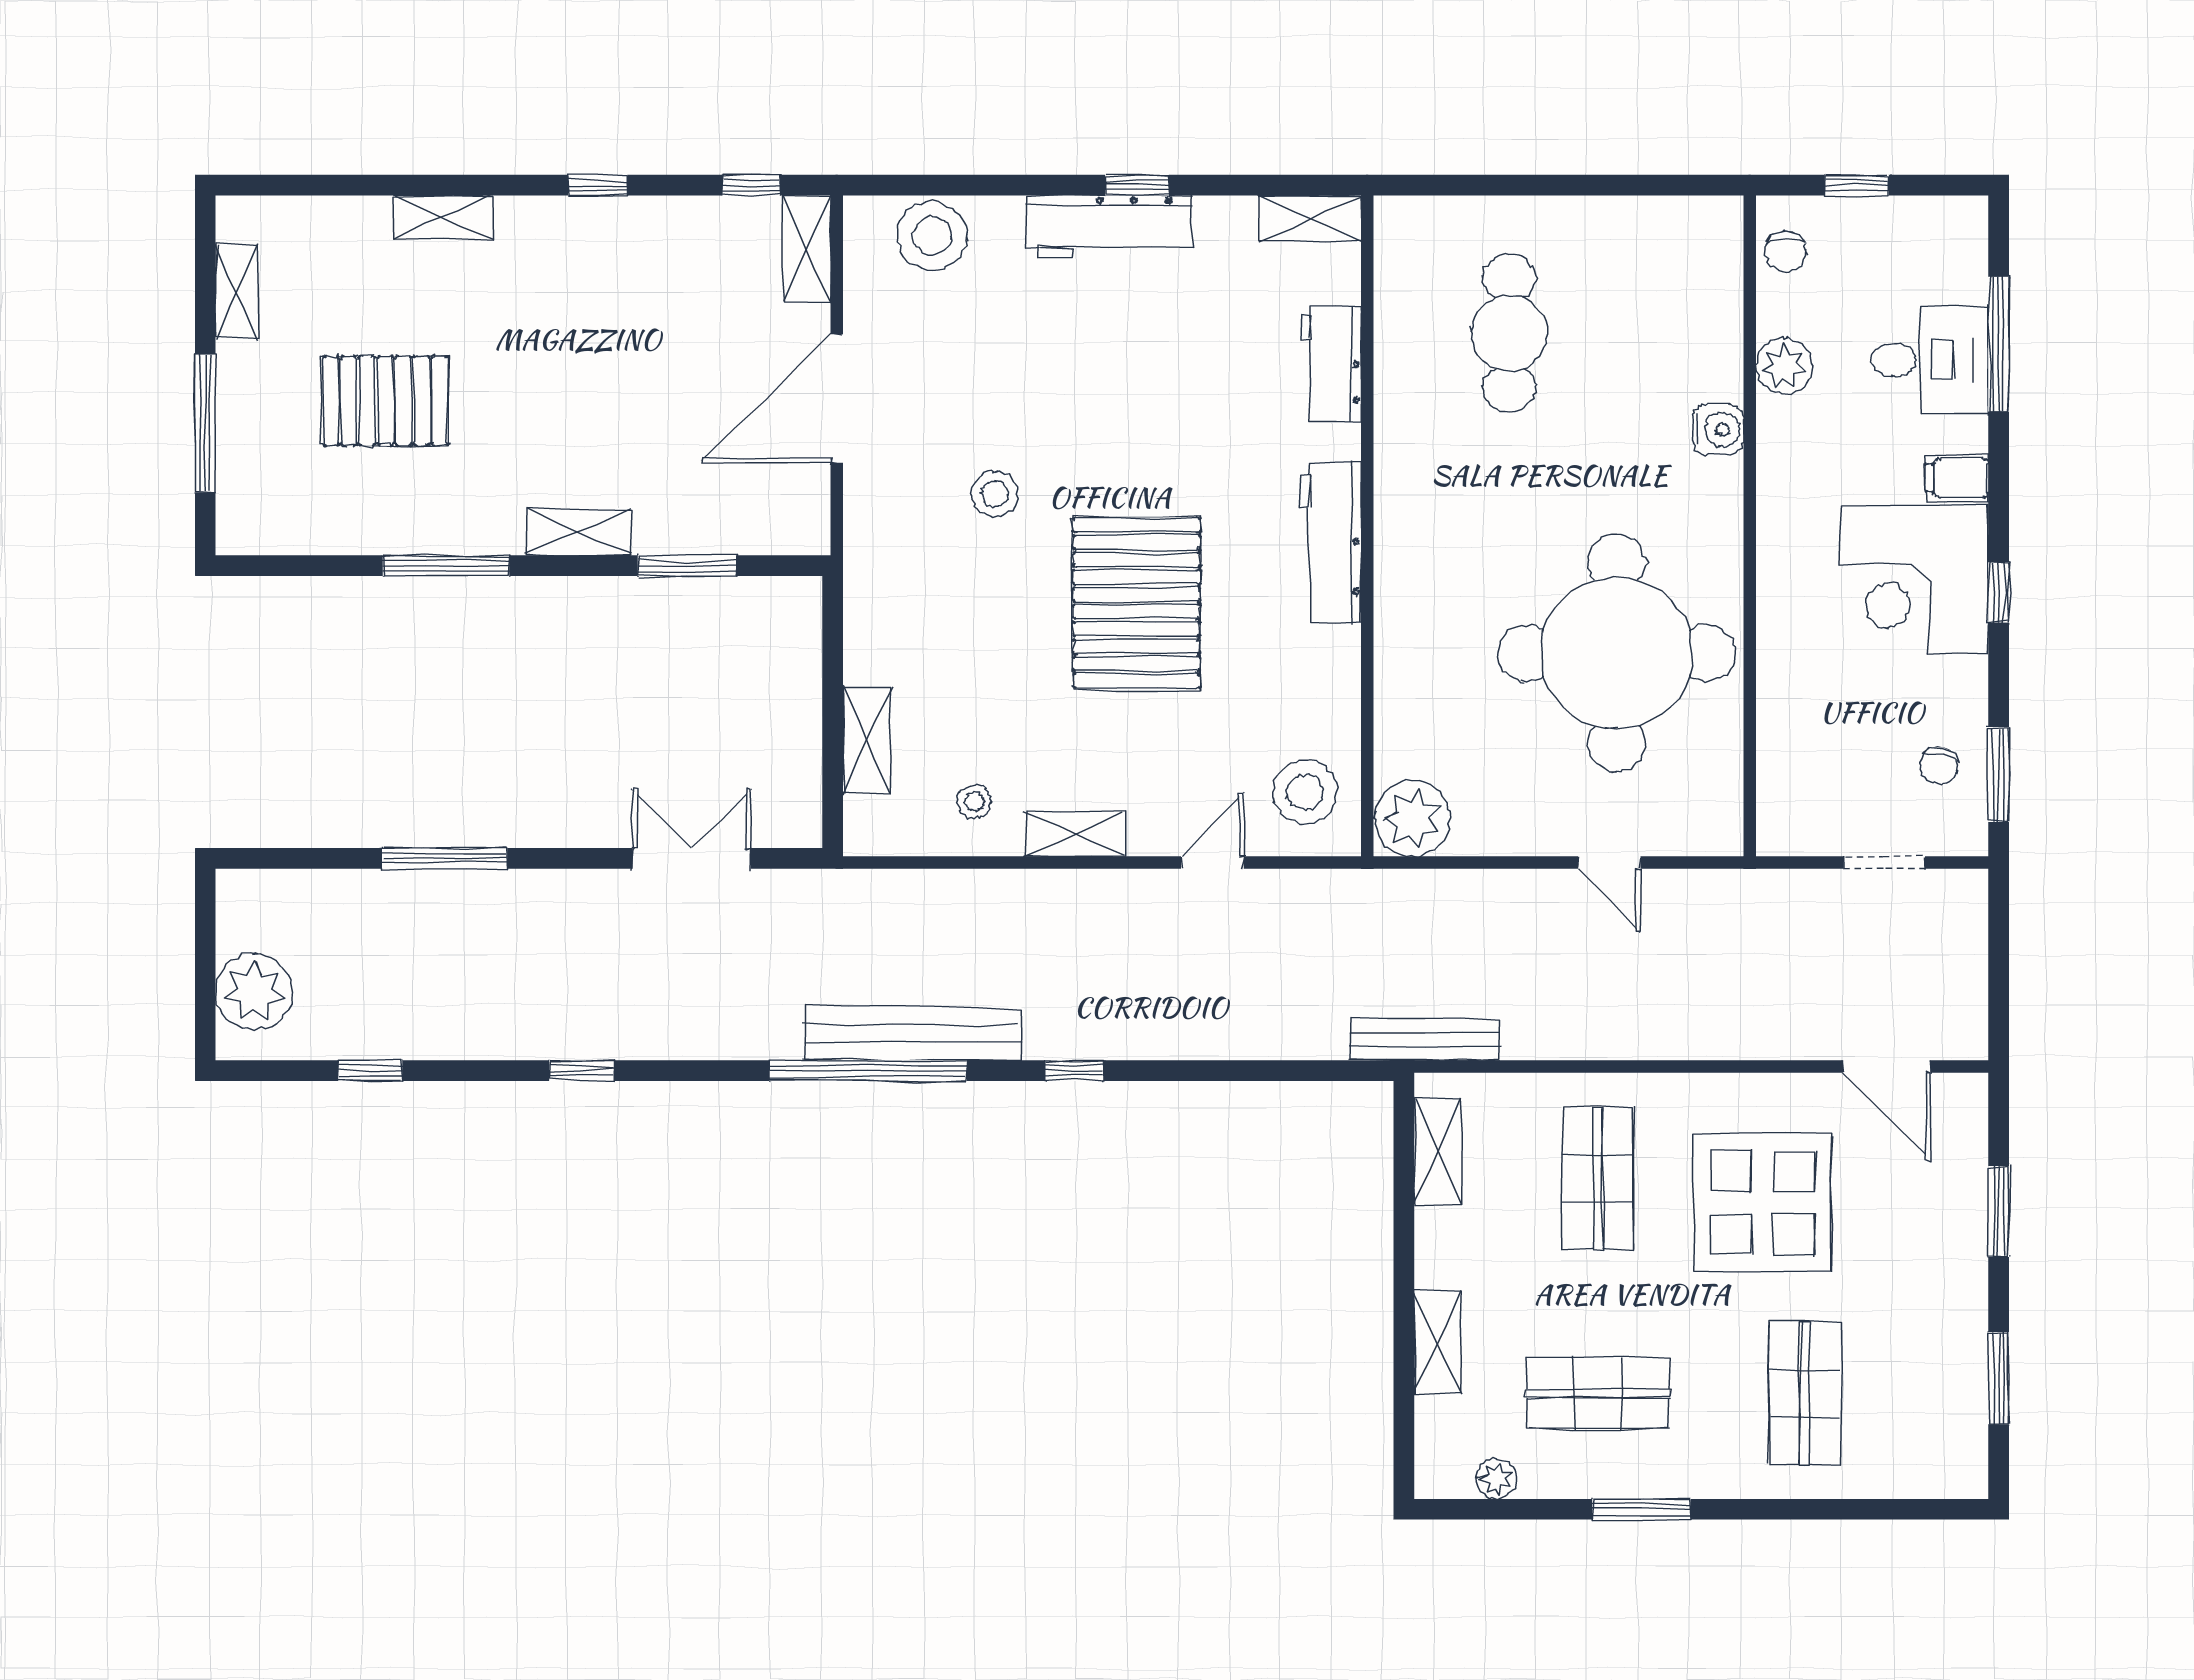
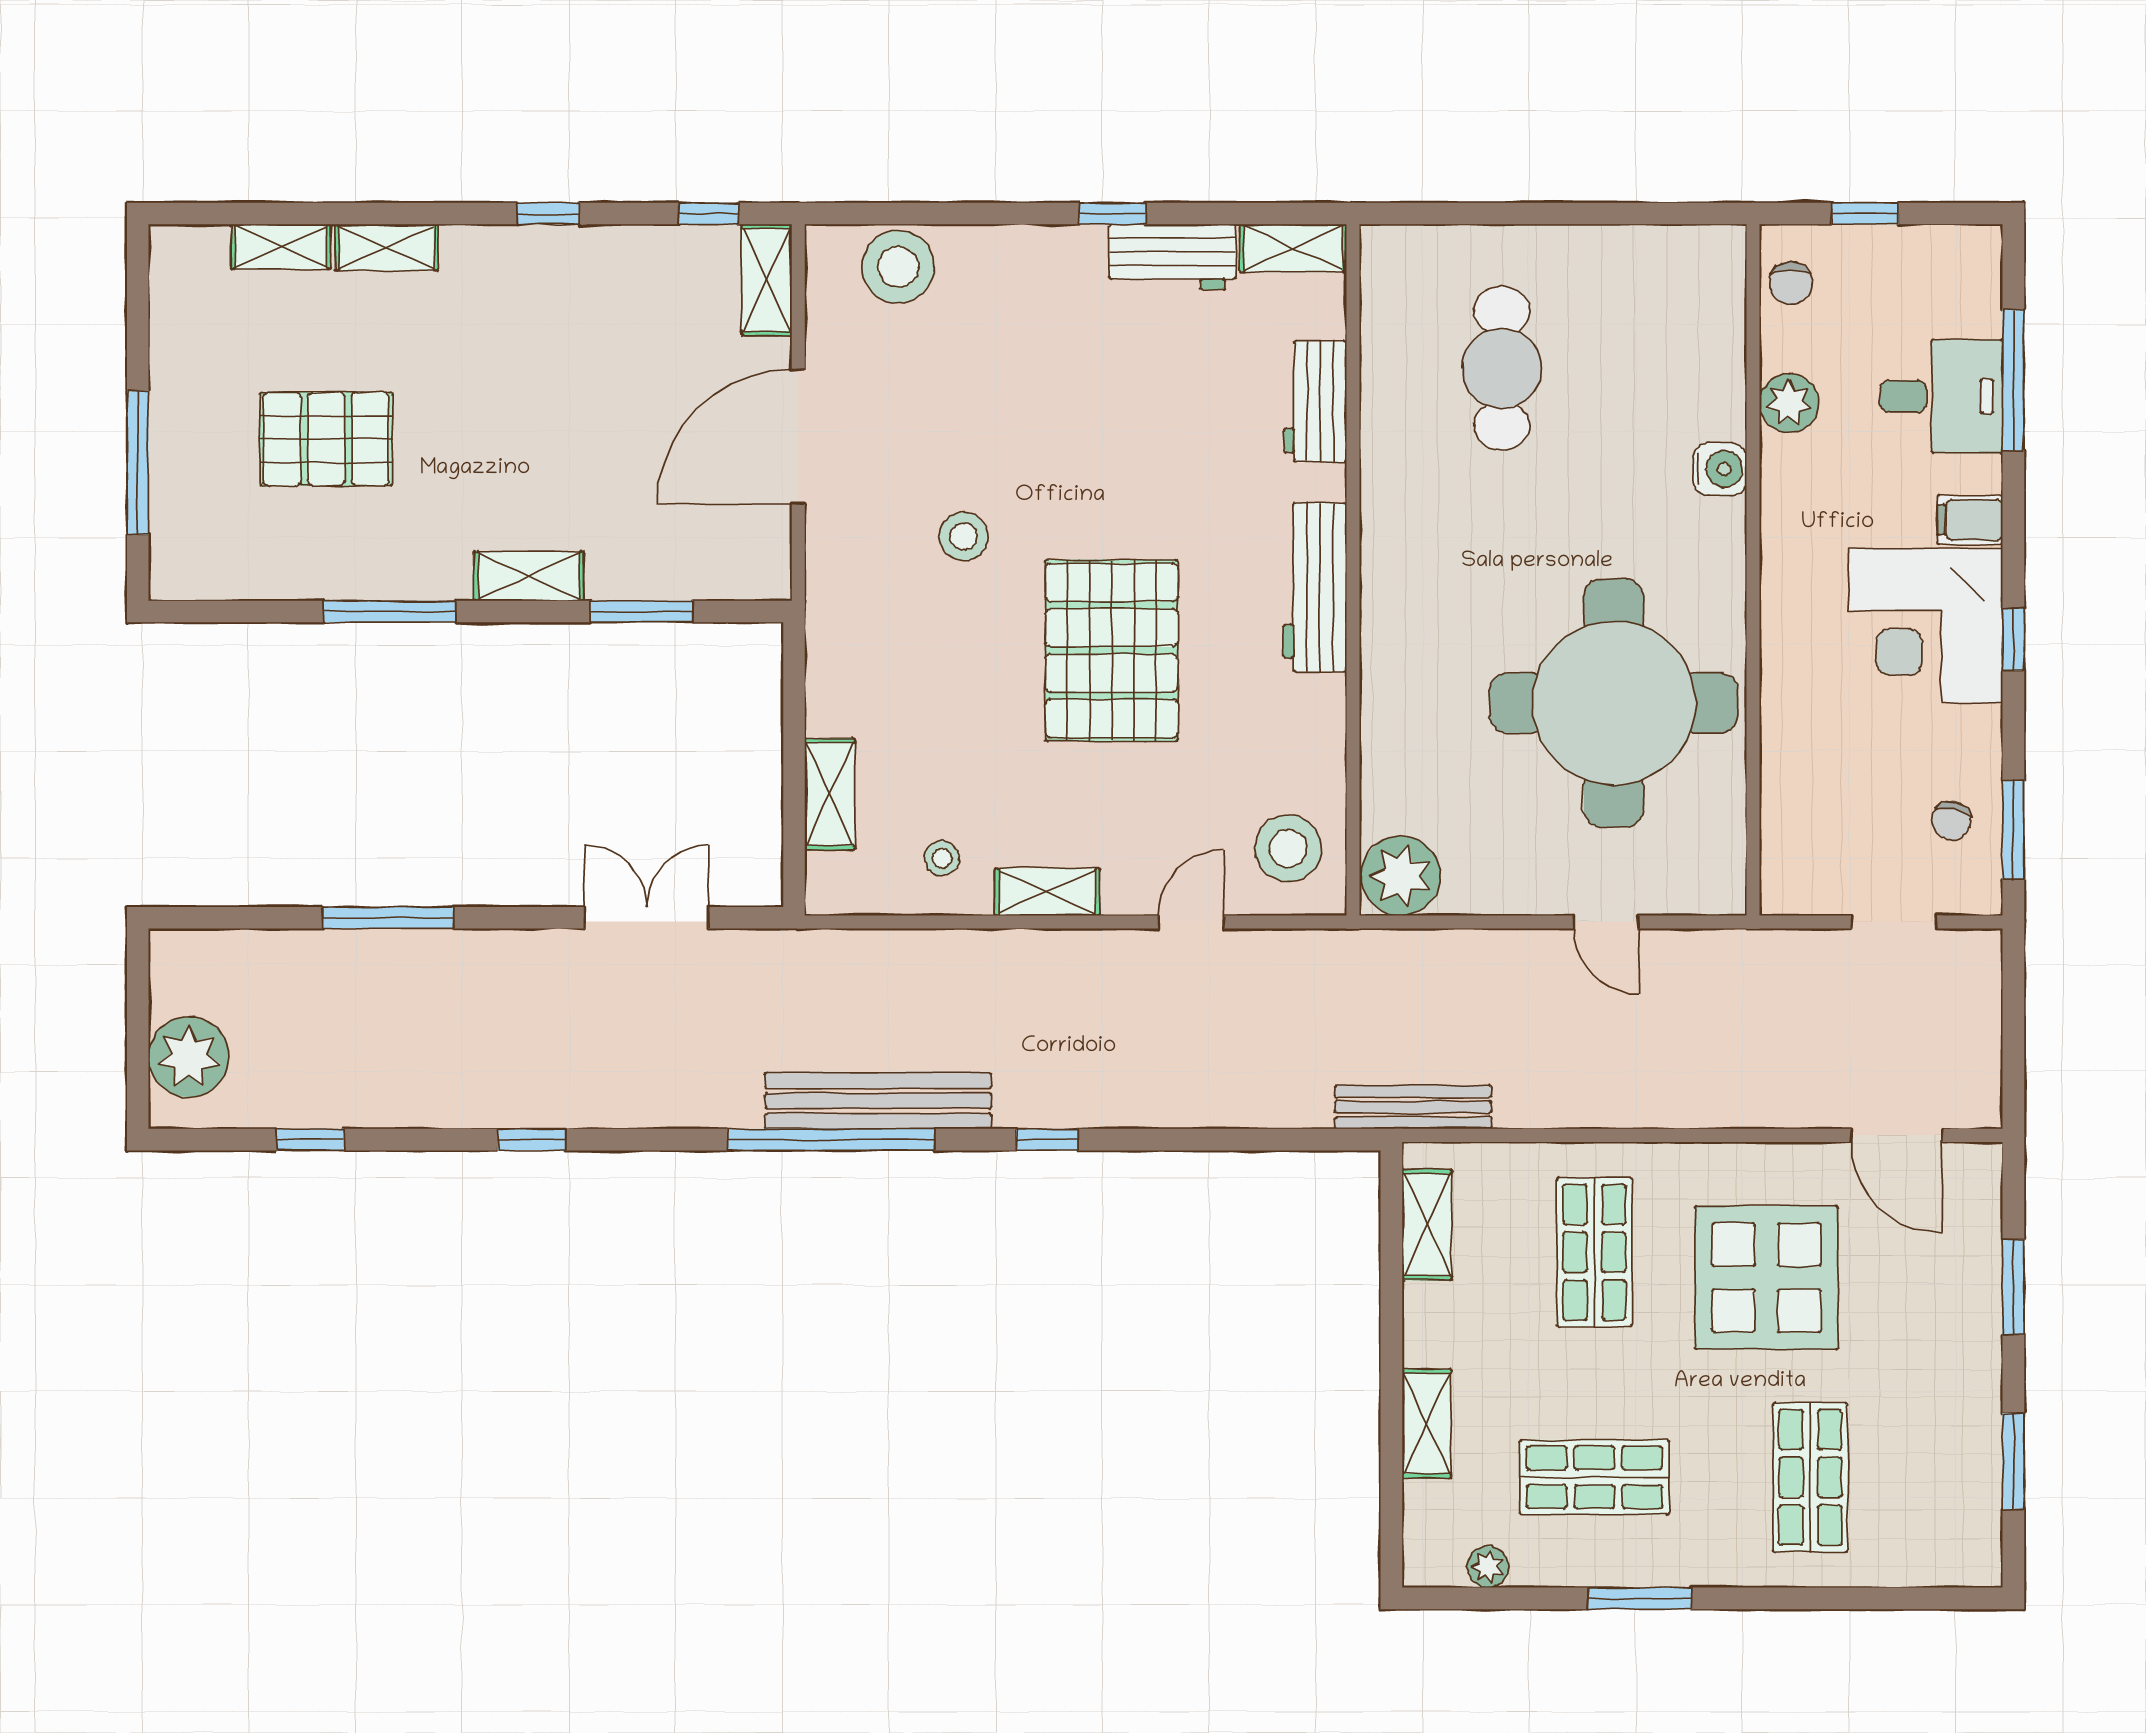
workbench: (1109, 227) -> (1172, 257), moved, width x0.73
shelving: (237, 291) -> (281, 247), moved, turned 90

